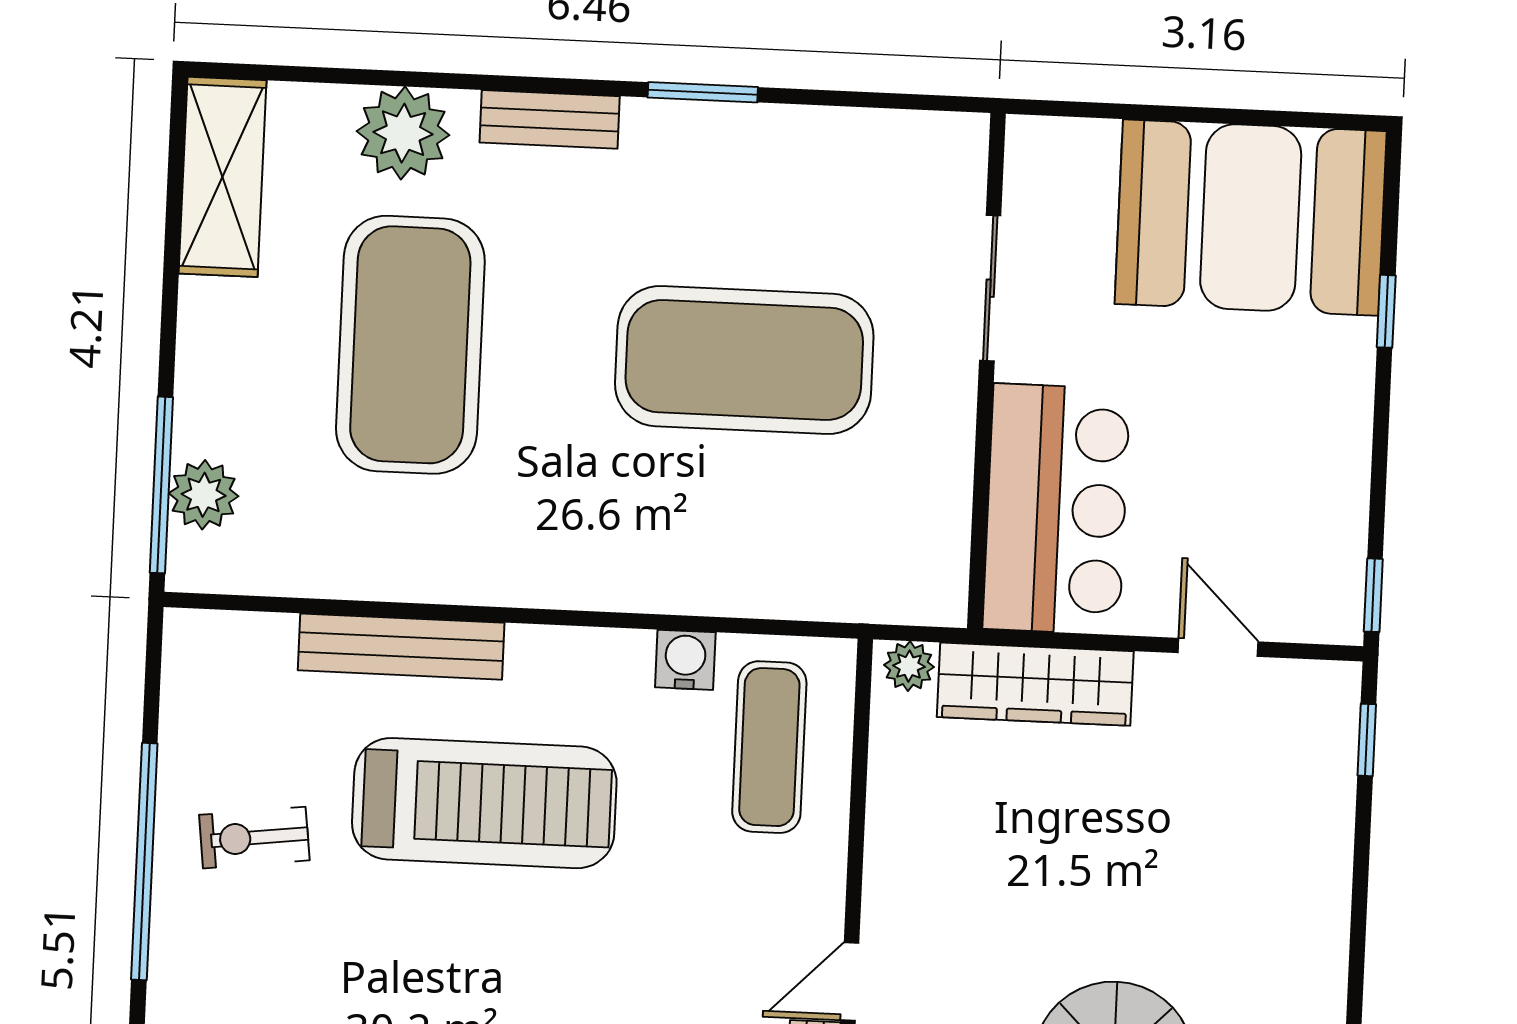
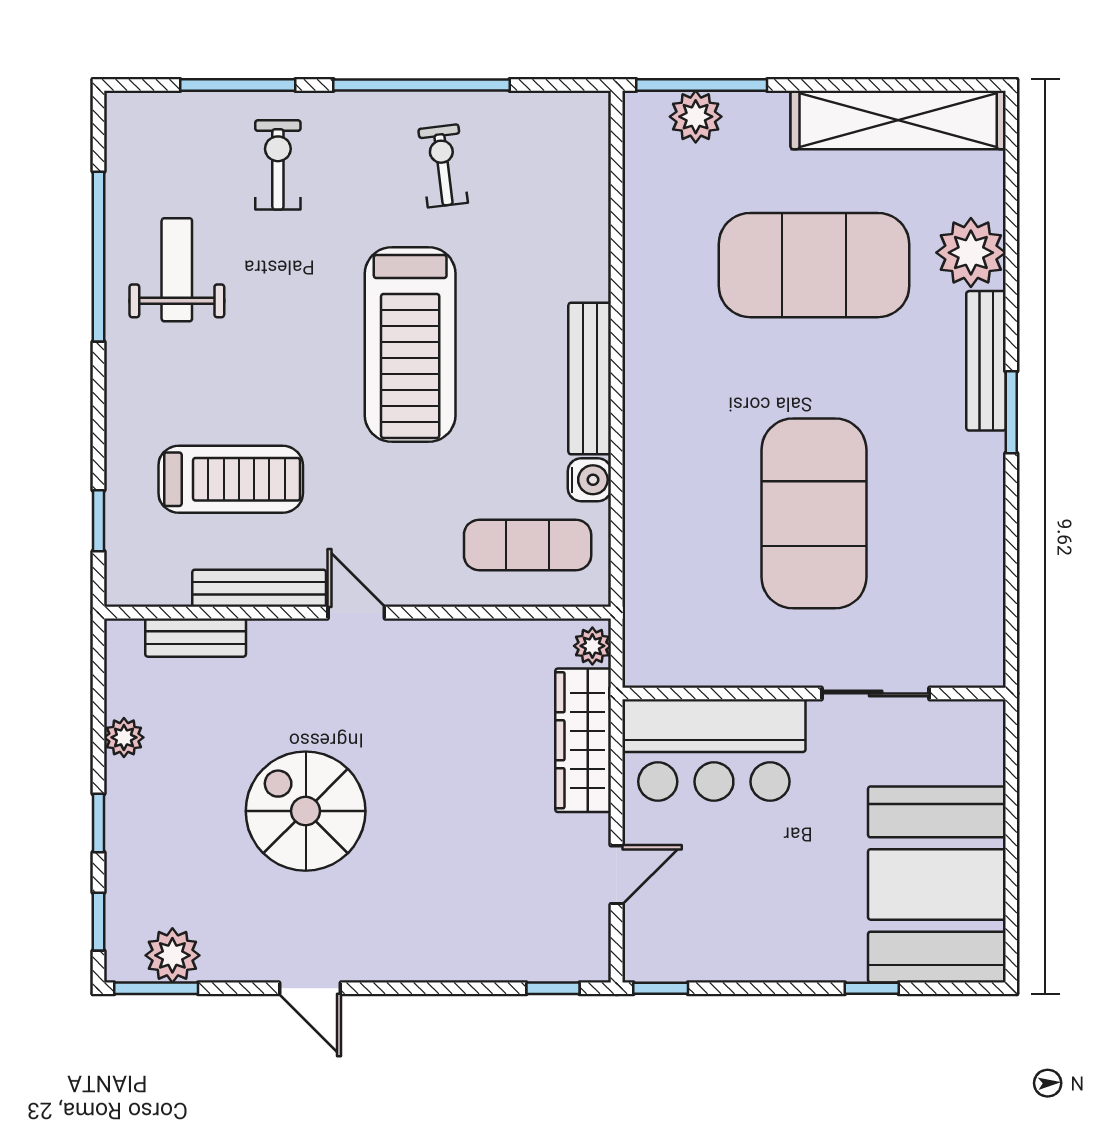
window: (703, 92) -> (1011, 412), moved
bench: (550, 119) -> (986, 361), width x1.36
shelving: (223, 177) -> (898, 120), width x1.47
bench: (401, 647) -> (590, 379), moved
treadmill: (484, 803) -> (410, 345), moved

